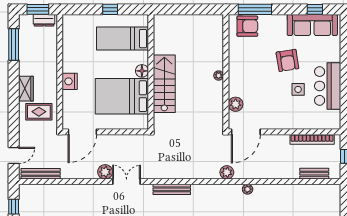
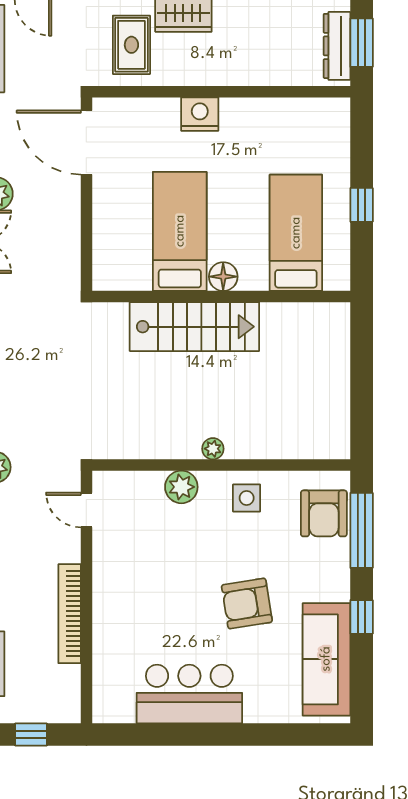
window: (315, 9) -> (362, 617), moved
dresser: (44, 20) -> (337, 46), width x1.44
side table: (298, 89) -> (247, 498), moved
bed: (122, 96) -> (180, 231), width x0.67
plant: (236, 104) -> (181, 487), moved
door: (246, 132) -> (86, 510), width x0.53
bookcase: (312, 139) -> (70, 614), moved

